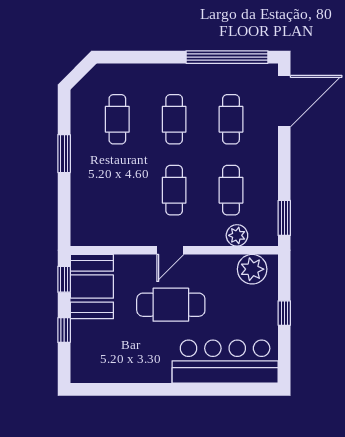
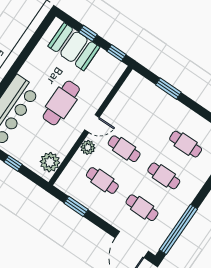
window: (64, 154) -> (168, 89), moved
window: (284, 218) -> (76, 206), moved
plant: (237, 235) -> (88, 147), moved
door: (170, 250) -> (92, 124), swing flipped
booth: (92, 287) -> (74, 47), moved

